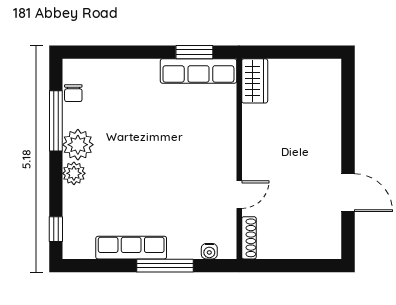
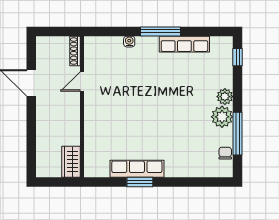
wardrobe: (255, 81) -> (71, 162), moved
wall: (239, 159) -> (82, 107), moved
door: (239, 195) -> (82, 82), moved
shoe rack: (249, 238) -> (75, 51), moved

